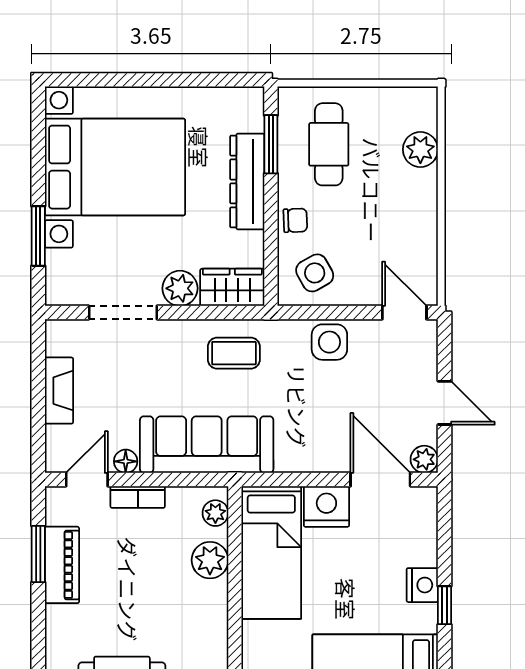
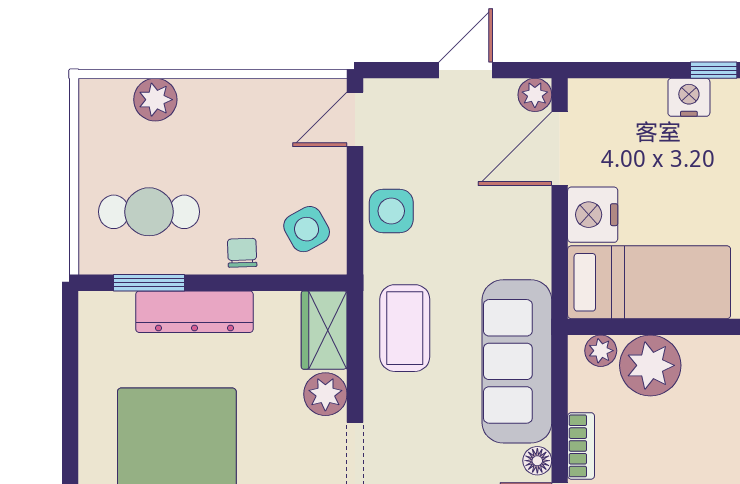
coffee table: (234, 353) -> (405, 328), width x1.36, depth x1.30
plant: (210, 560) -> (650, 365), width x1.36, depth x1.36

